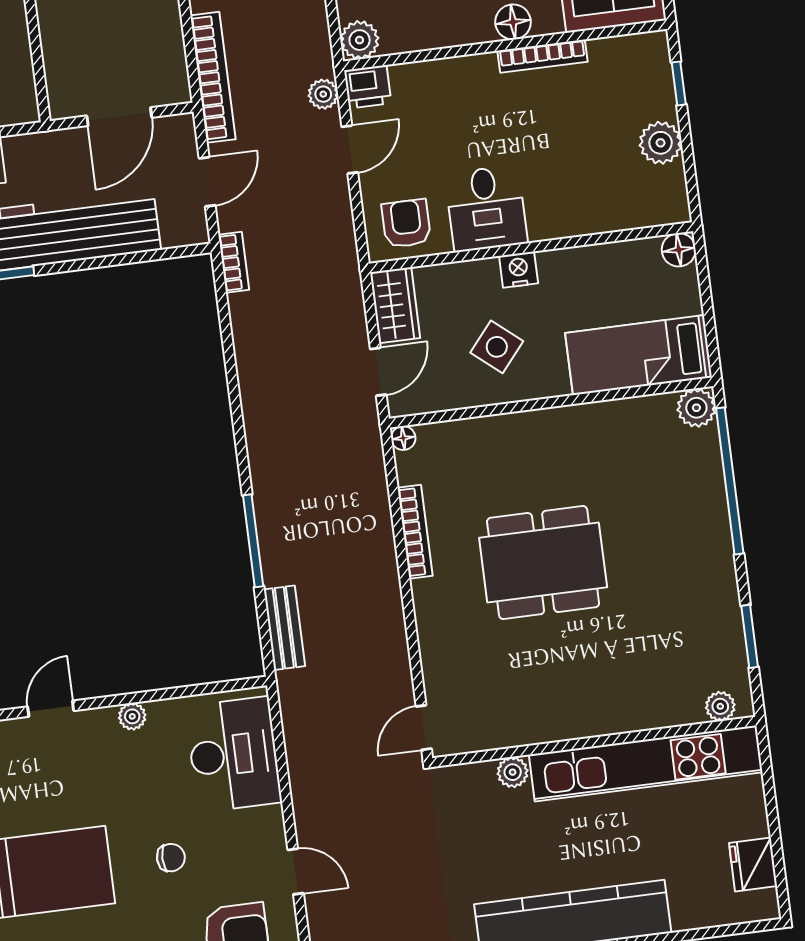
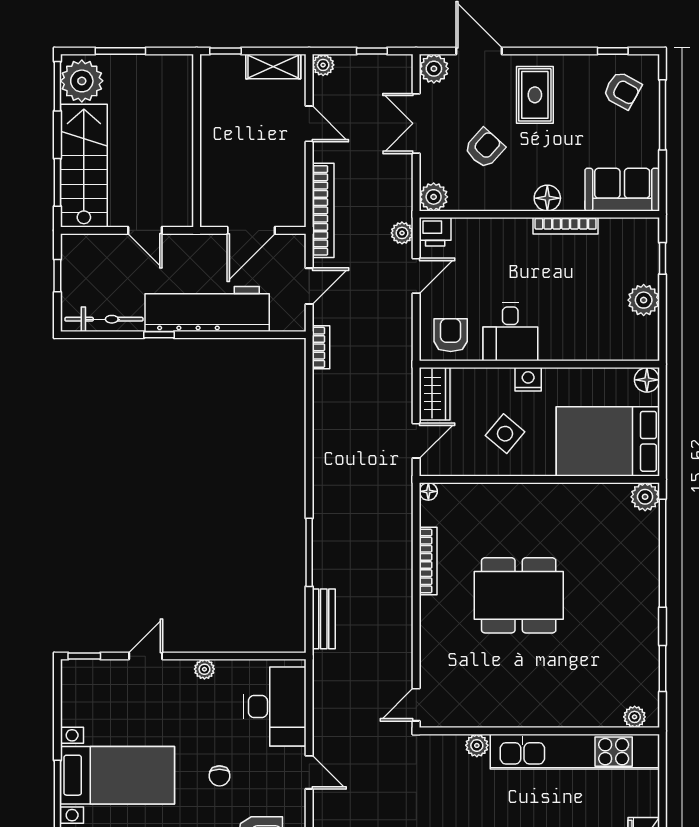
bed: (639, 355) -> (608, 441), width x1.50
chair: (171, 858) -> (219, 776), turned 90
door: (296, 872) -> (309, 772), moved

